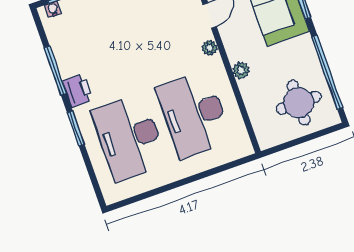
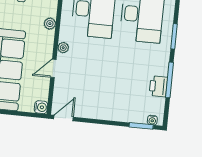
printer: (78, 90) -> (158, 86), moved

